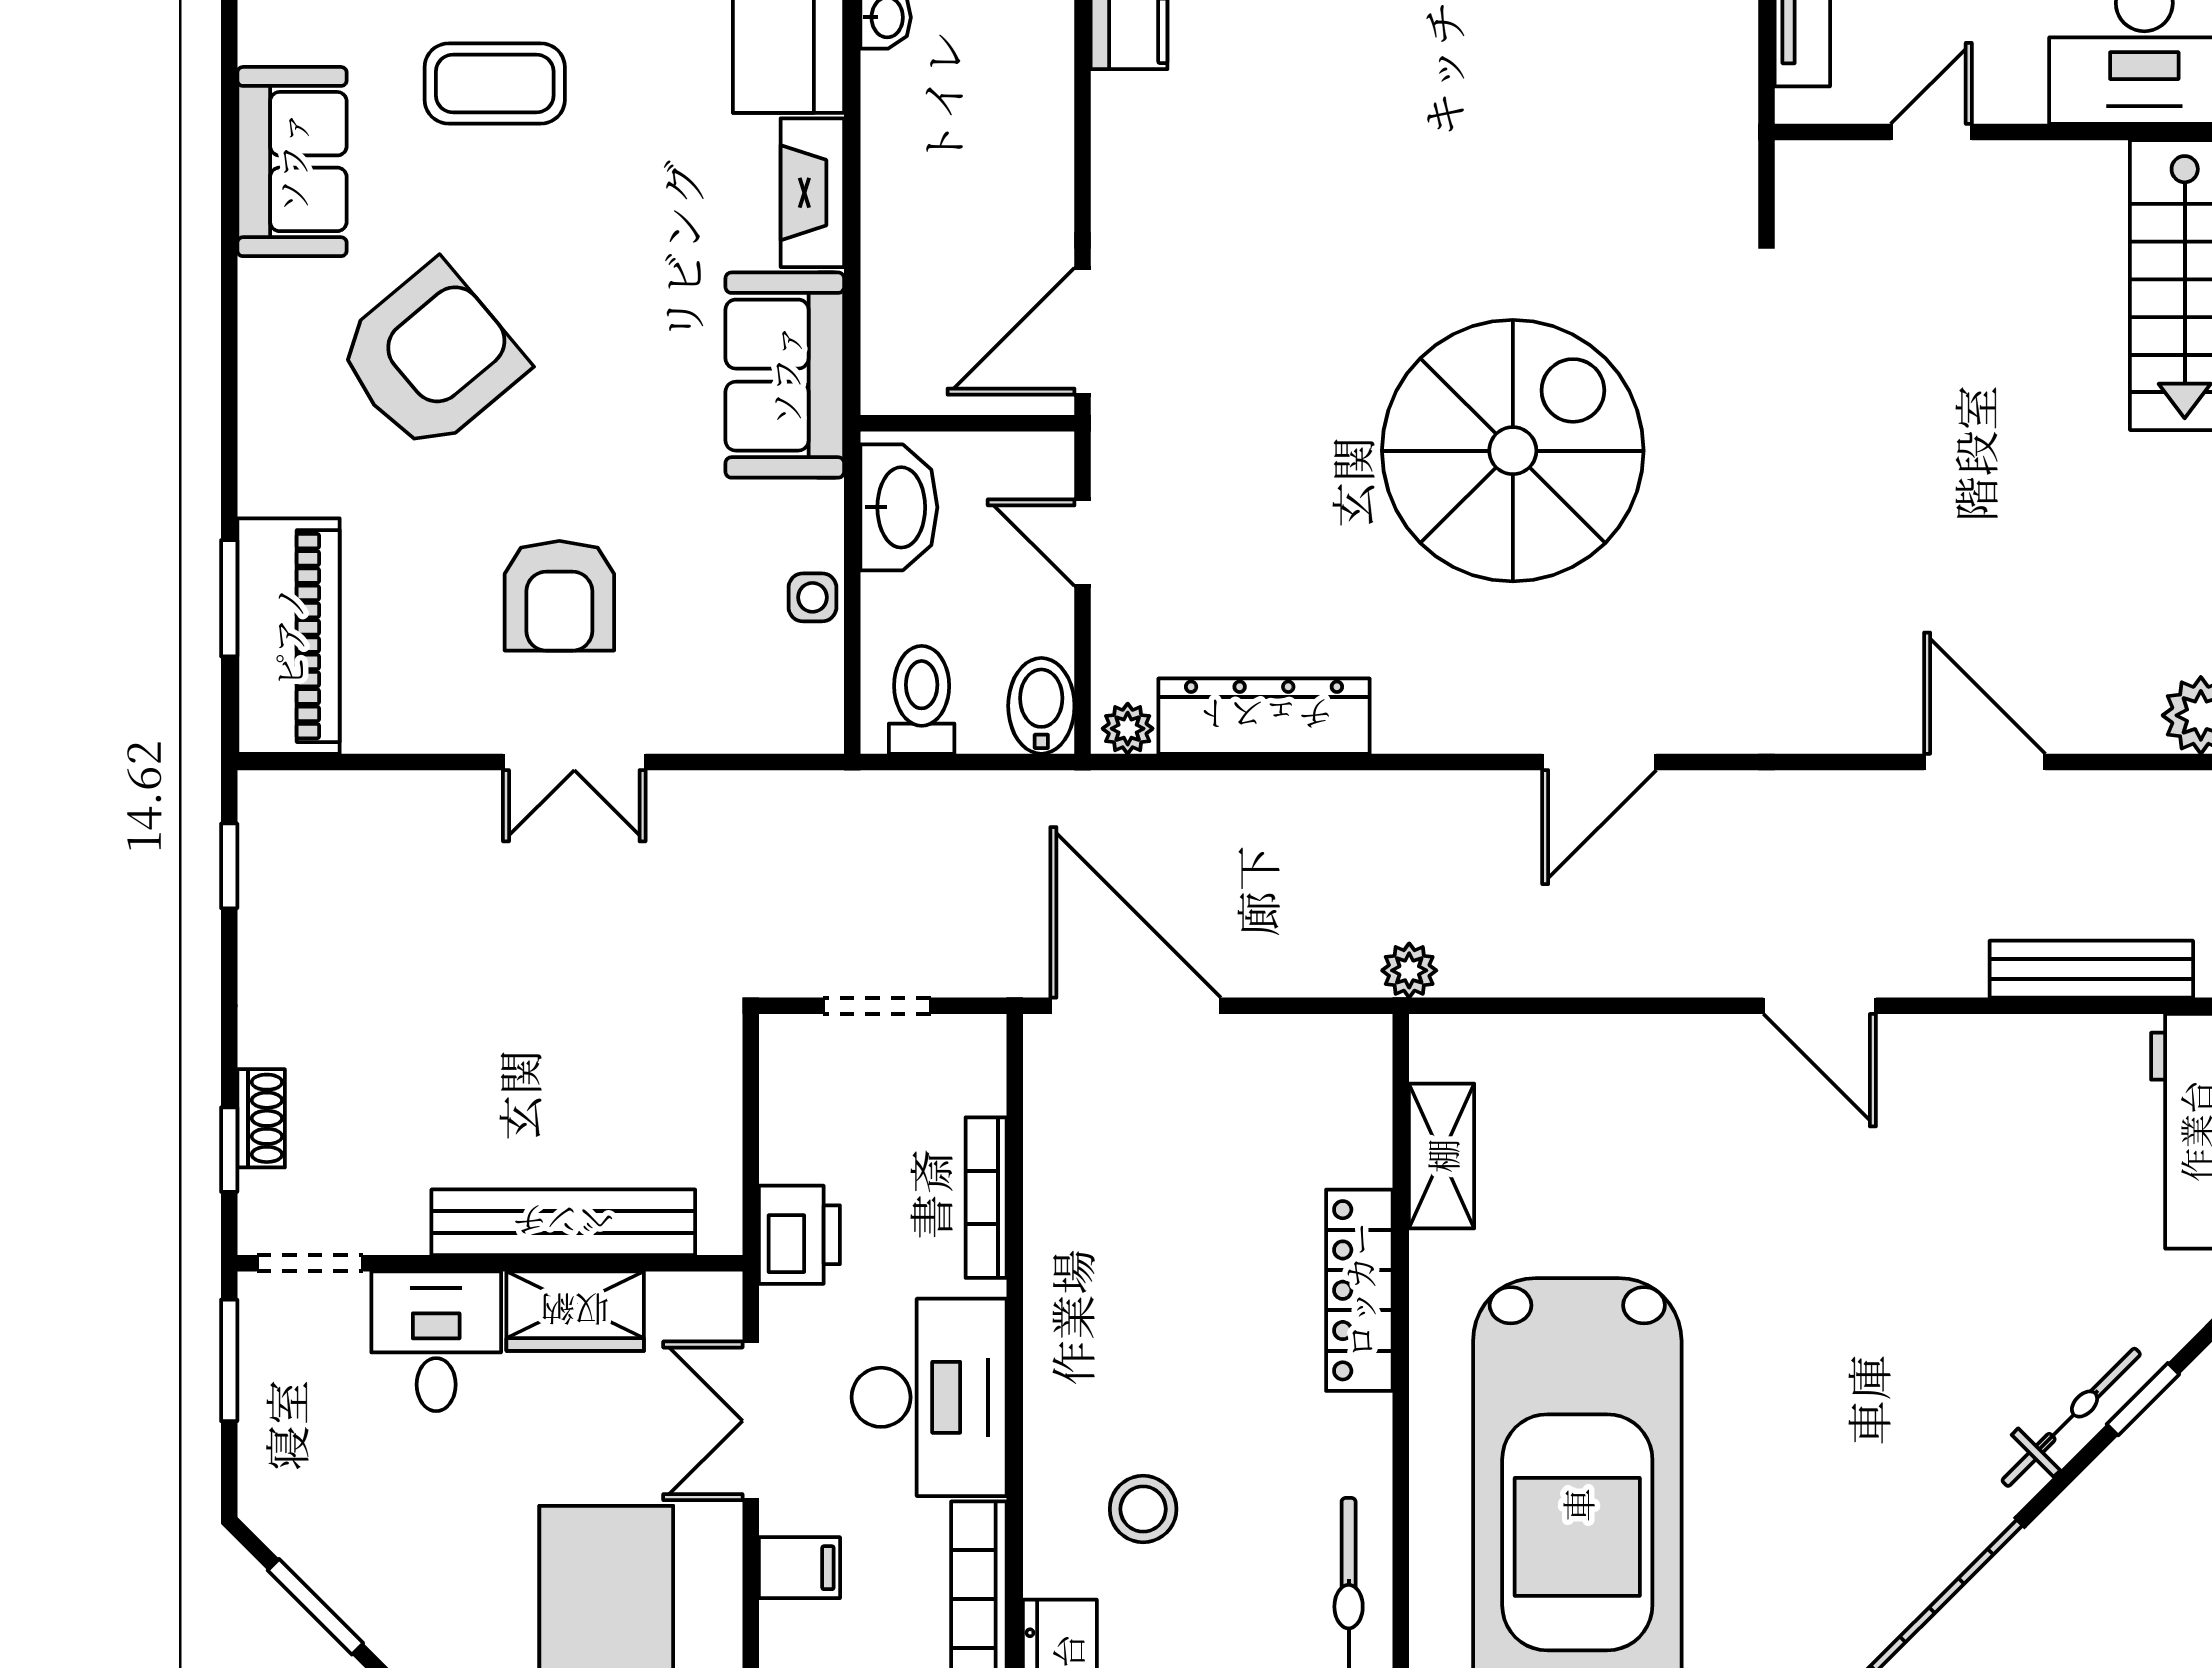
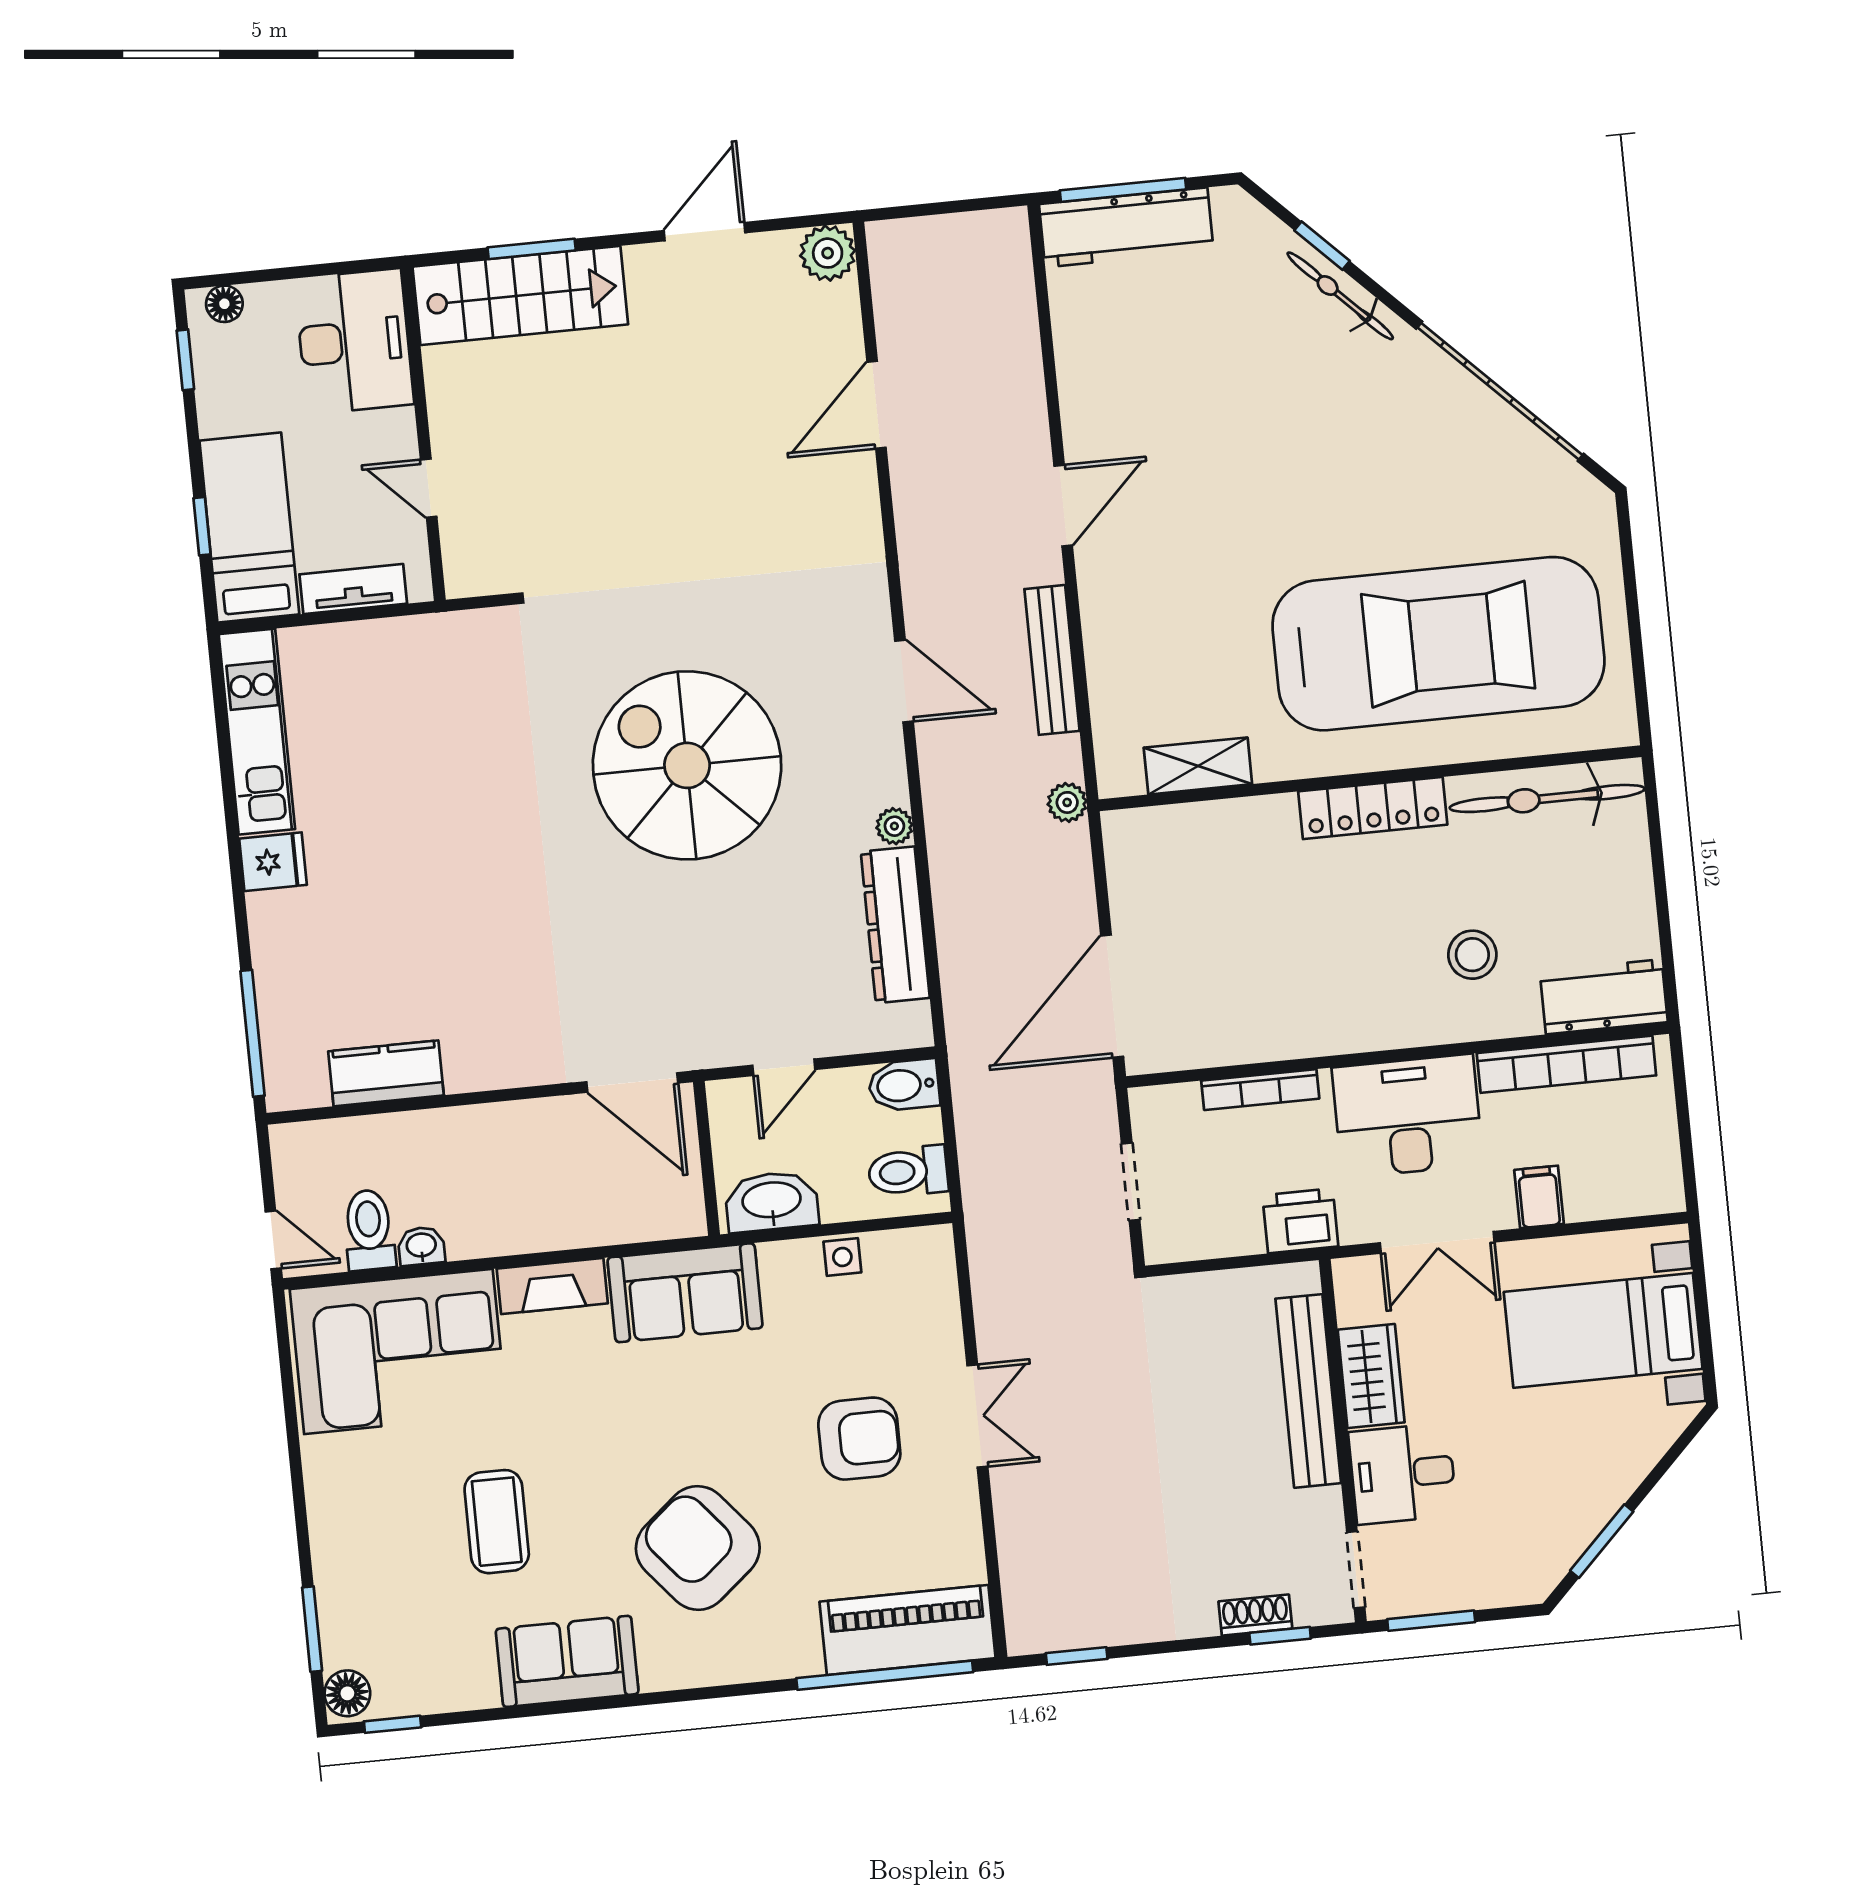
window: (229, 598) -> (885, 1675), width x2.11
plant: (1128, 729) -> (894, 826), moved
bench: (2091, 969) -> (1052, 660), moved
locker: (1359, 1290) -> (1373, 808), moved

